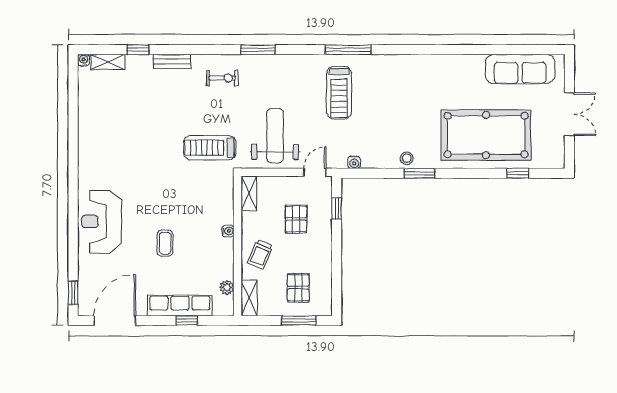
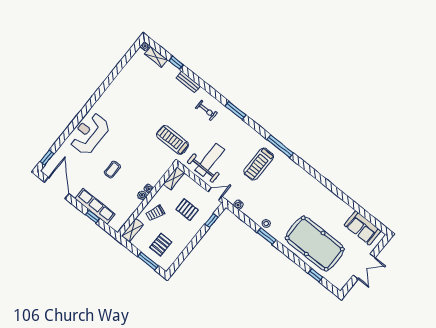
sofa: (520, 69) -> (362, 228), width x0.73
pallet: (296, 219) -> (187, 210), turned 90
plant: (227, 287) -> (142, 195), moved
door: (115, 320) -> (57, 188), hinge flipped

